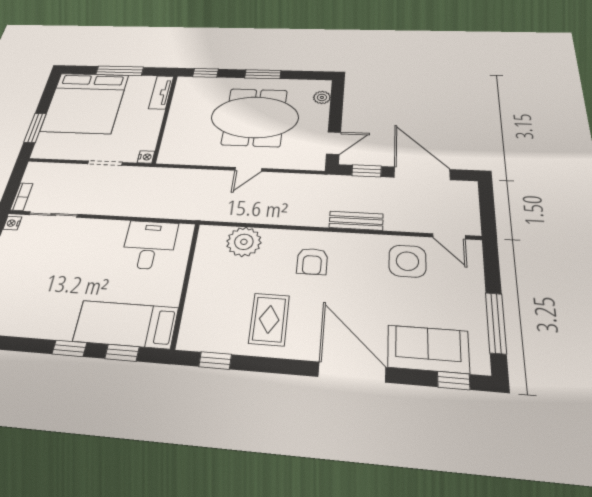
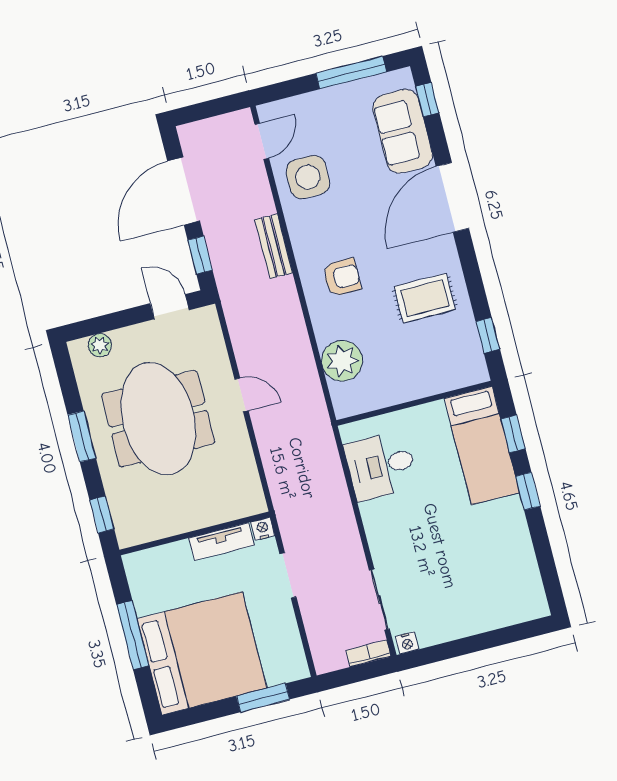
tv unit: (161, 92) -> (221, 542), moved

